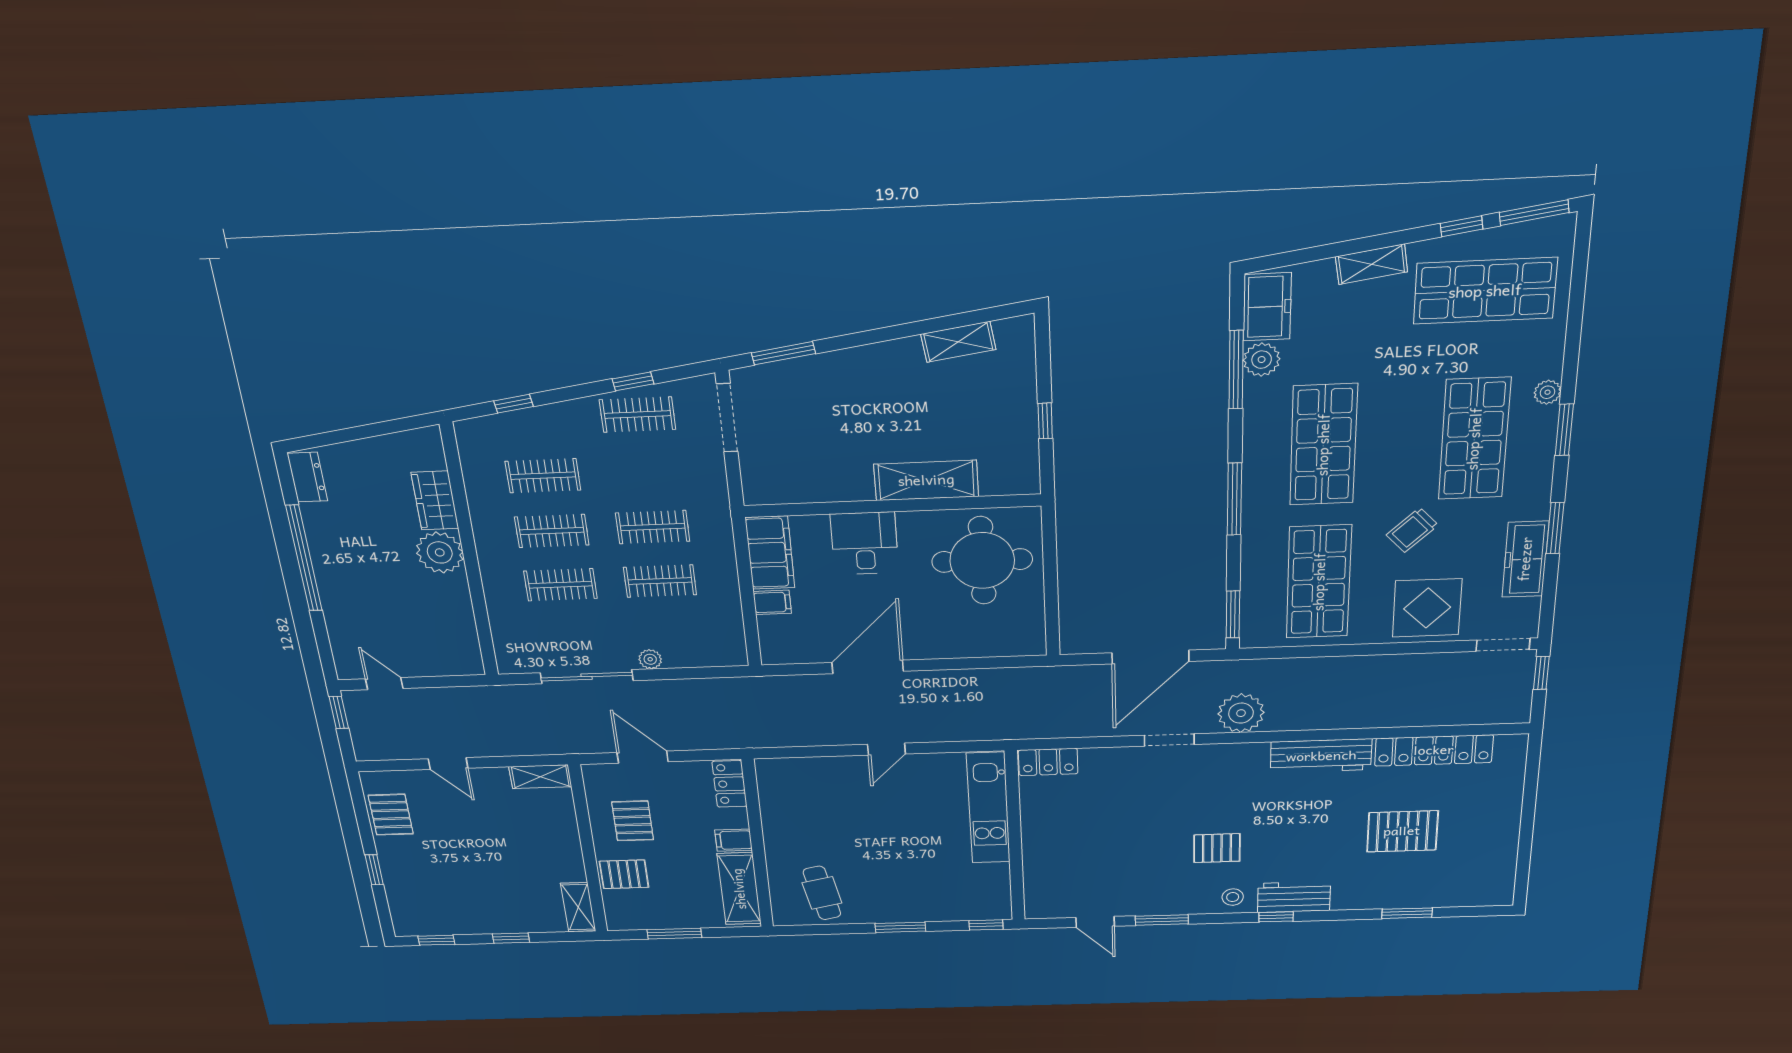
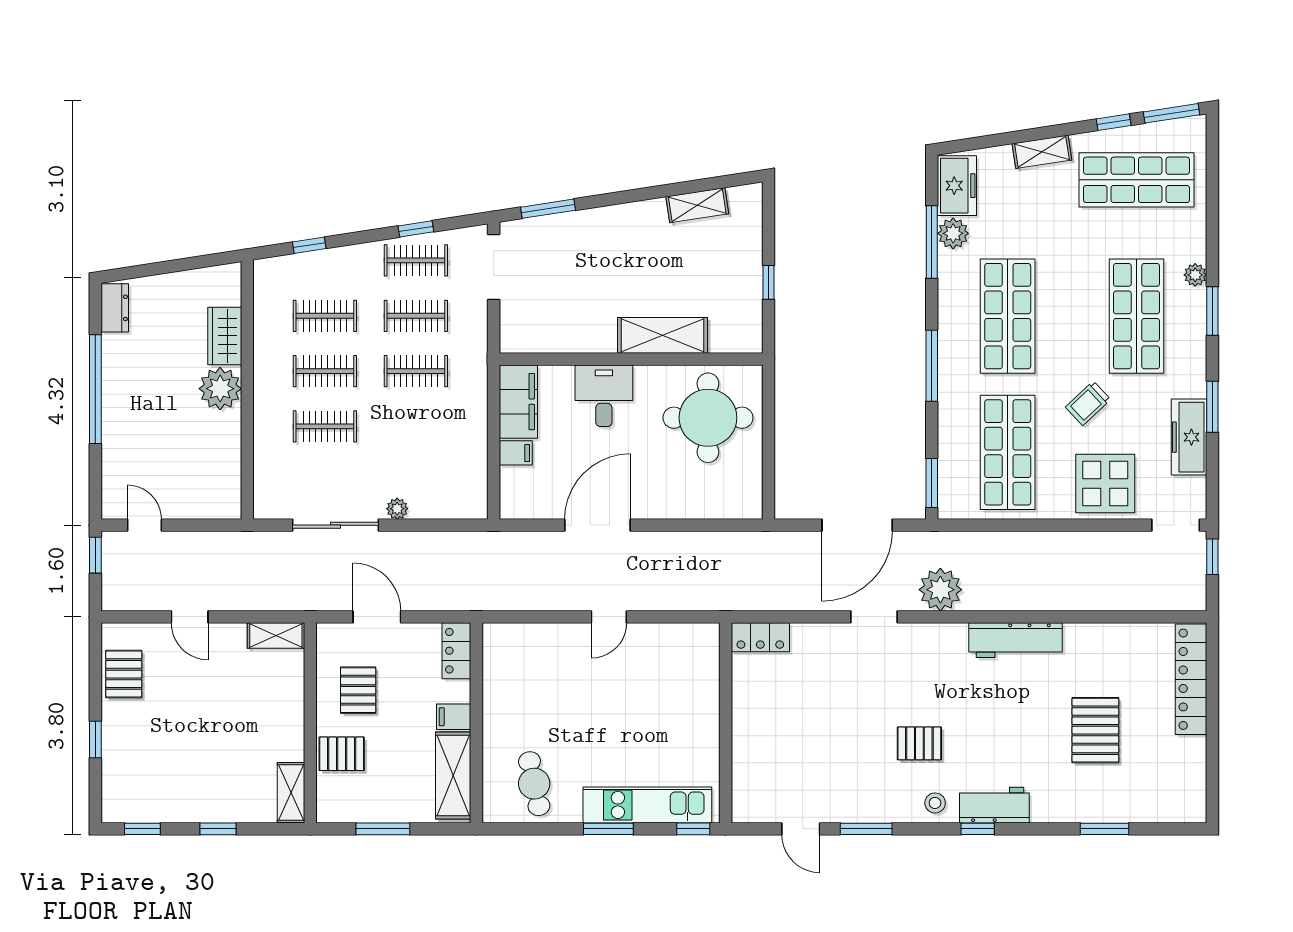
clothes rail: (660, 581) -> (416, 316), moved
locker: (1434, 750) -> (1191, 679), moved, turned 90
kitchen unit: (988, 808) -> (647, 805), moved, turned 90
pallet: (1402, 831) -> (1095, 730), turned 90

